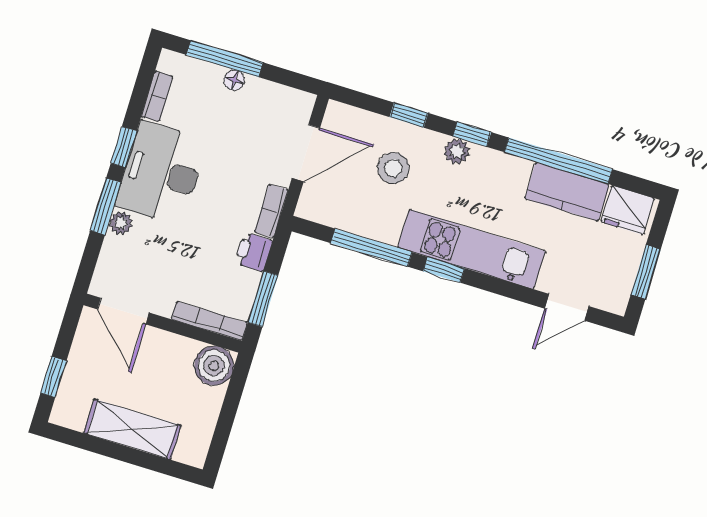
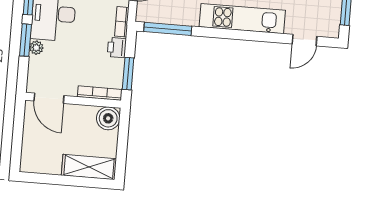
window: (371, 248) -> (168, 29), moved
window: (444, 270) -> (229, 34), removed
window: (53, 377) -> (17, 145), removed
shelving: (132, 429) -> (89, 167), moved

